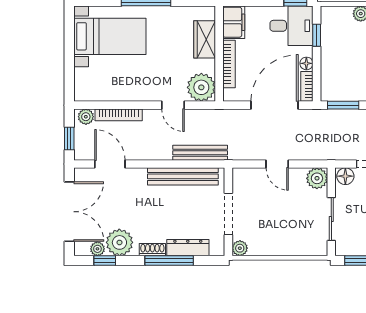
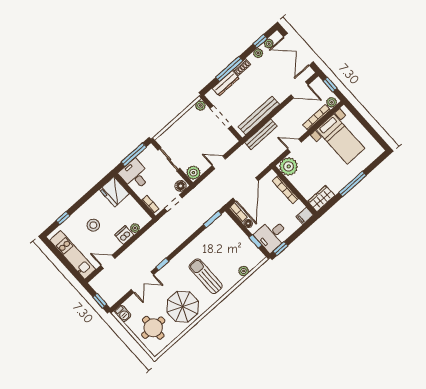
filing cabinet: (234, 22) -> (305, 216), width x0.50
bed with nightstands: (110, 36) -> (340, 139), moved, turned -90
wardrobe: (205, 39) -> (321, 199), moved, turned -90
plant: (119, 242) -> (258, 53), width x0.53, depth x0.53

